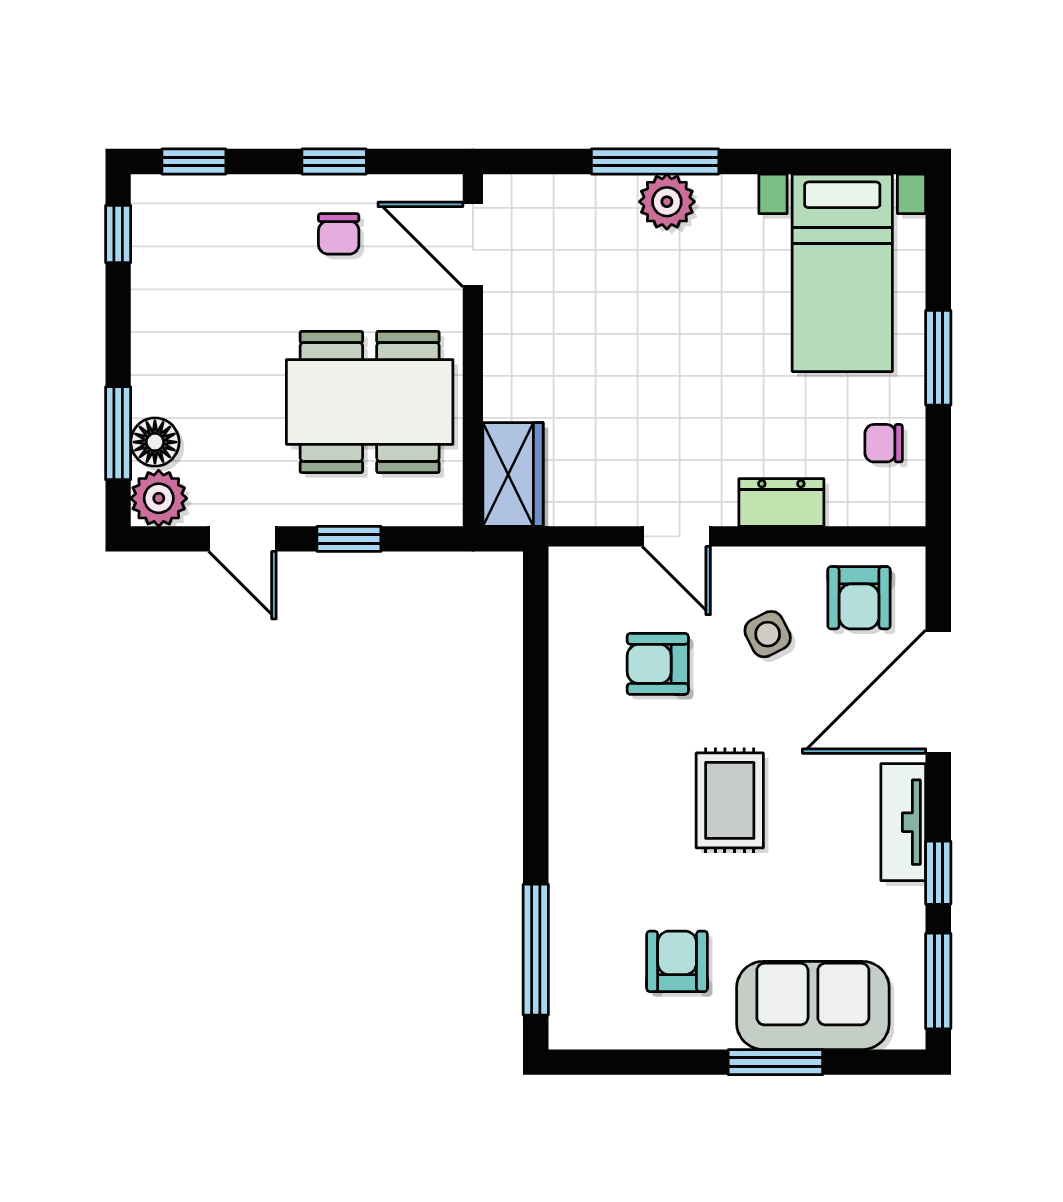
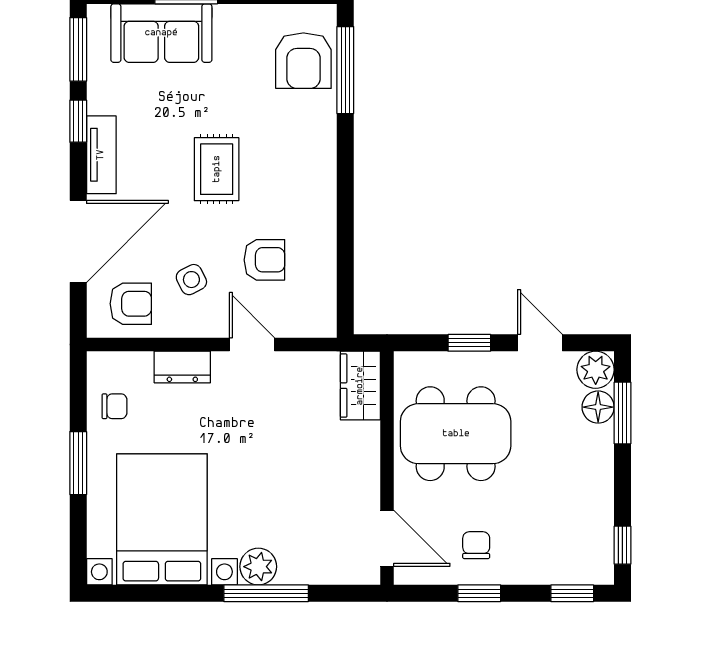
bed with nightstands: (842, 273) -> (162, 519), width x1.36
armchair: (859, 598) -> (131, 304), turned 90
armchair: (677, 961) -> (303, 61), moved, width x1.38, depth x1.38

